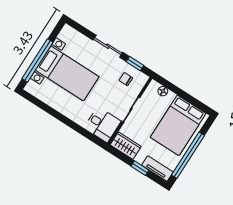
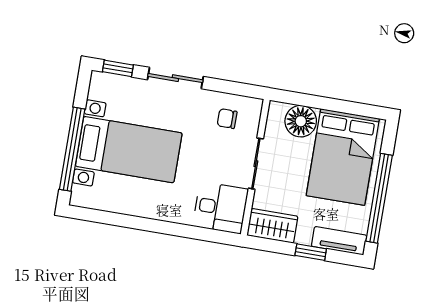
window: (135, 64) -> (118, 68), moved
floor lamp: (163, 91) -> (301, 121), width x1.89, depth x1.89

